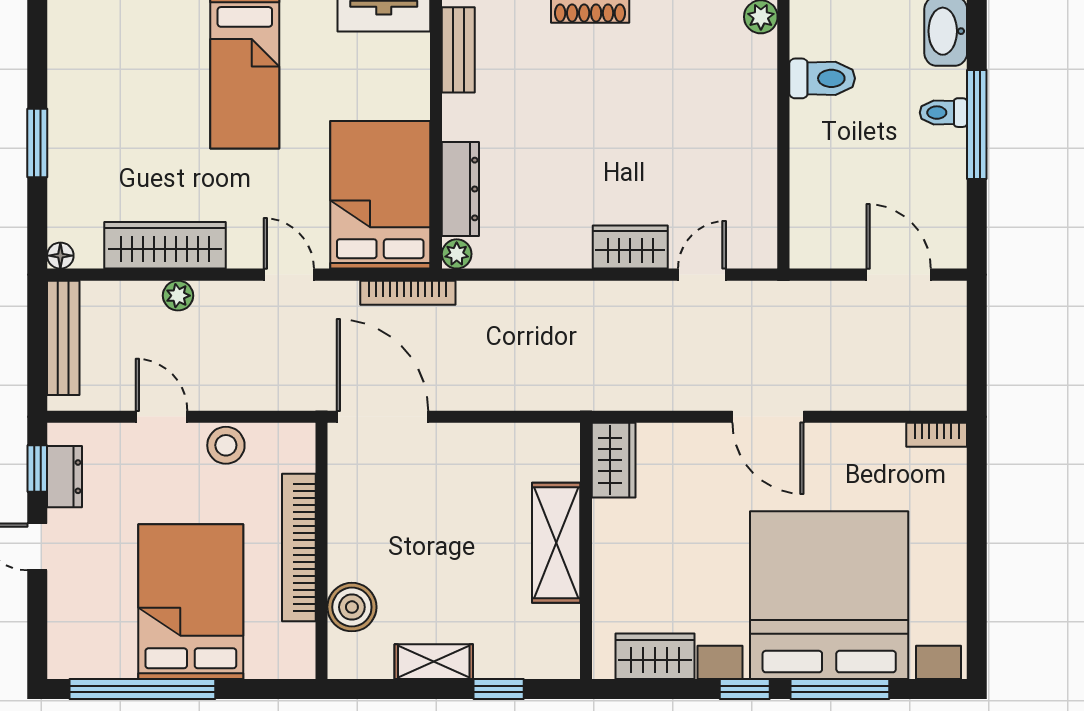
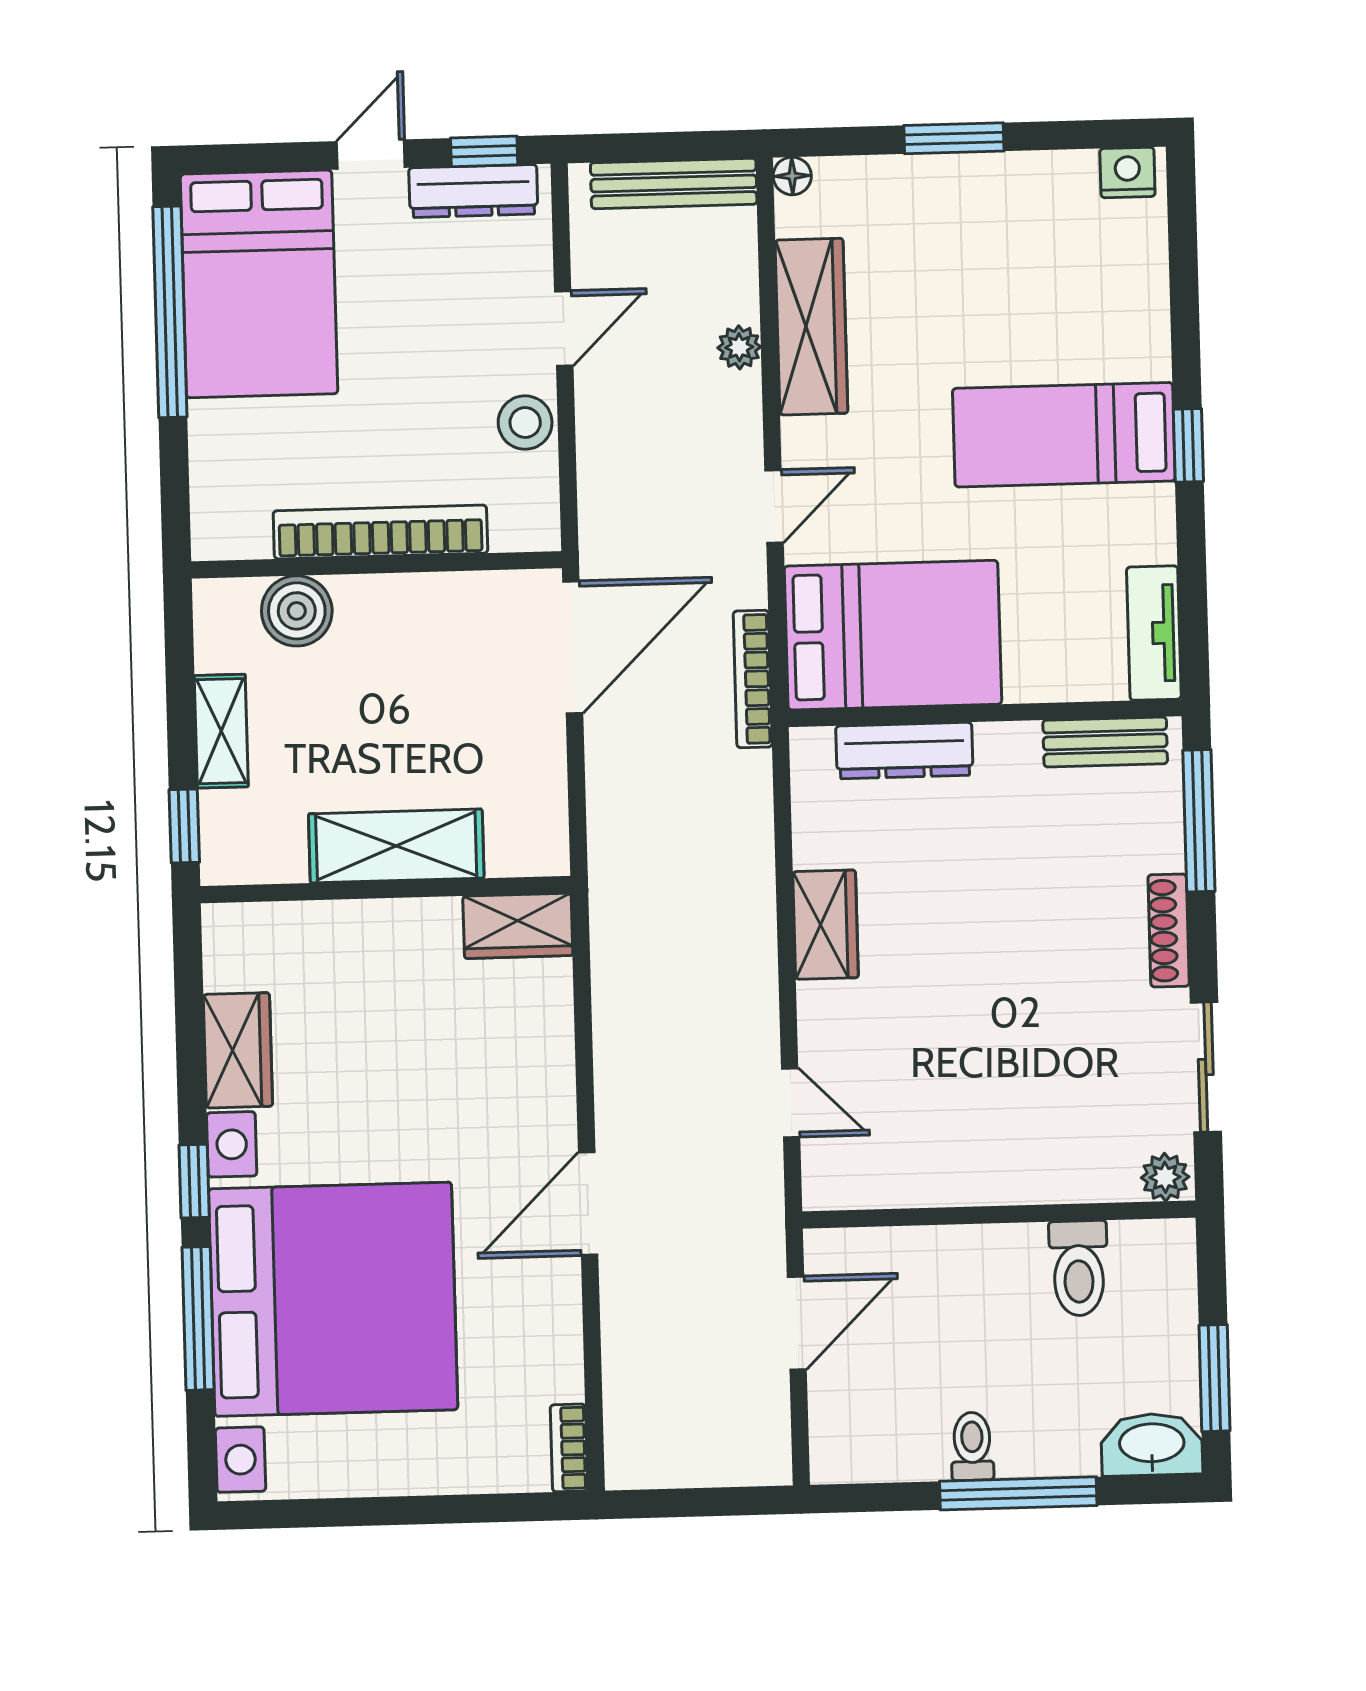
nightstand: (64, 23) -> (1127, 172), added
toilet: (943, 113) -> (972, 1446), moved
wardrobe: (630, 247) -> (826, 925), moved
plant: (457, 254) -> (811, 748), removed
door: (899, 275) -> (797, 1323), moved
wardrobe: (614, 460) -> (518, 926), moved
dresser: (65, 477) -> (473, 191), width x1.44
shelving: (556, 543) -> (396, 846), moved
wall: (586, 551) -> (386, 890), moved
bed: (191, 602) -> (259, 284), moved, turned 90

